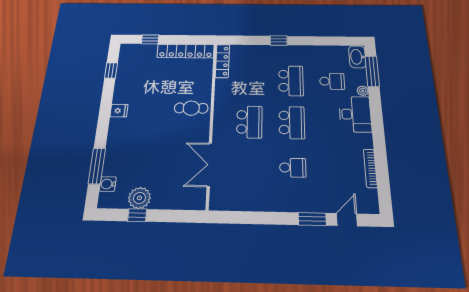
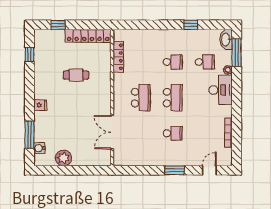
window: (279, 41) -> (191, 25), moved
locker: (222, 61) -> (118, 57), moved
school desk: (291, 81) -> (173, 62), width x0.54
cafe table: (191, 108) -> (76, 75), moved
fridge: (119, 111) -> (40, 105), moved
window: (137, 215) -> (63, 170), removed
window: (312, 219) -> (175, 170), moved

